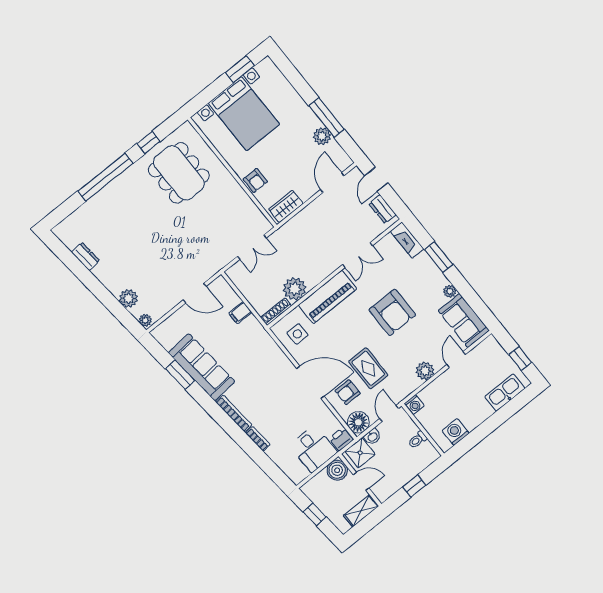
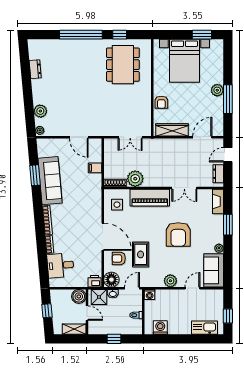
plant: (322, 136) -> (217, 90), moved
wardrobe: (286, 206) -> (172, 130), width x1.50
desk: (313, 449) -> (60, 265), moved, turned 85

